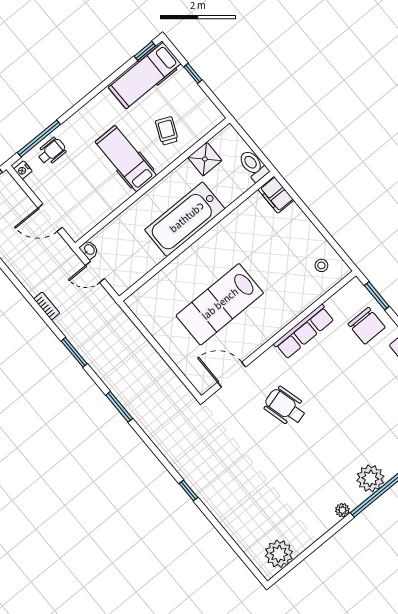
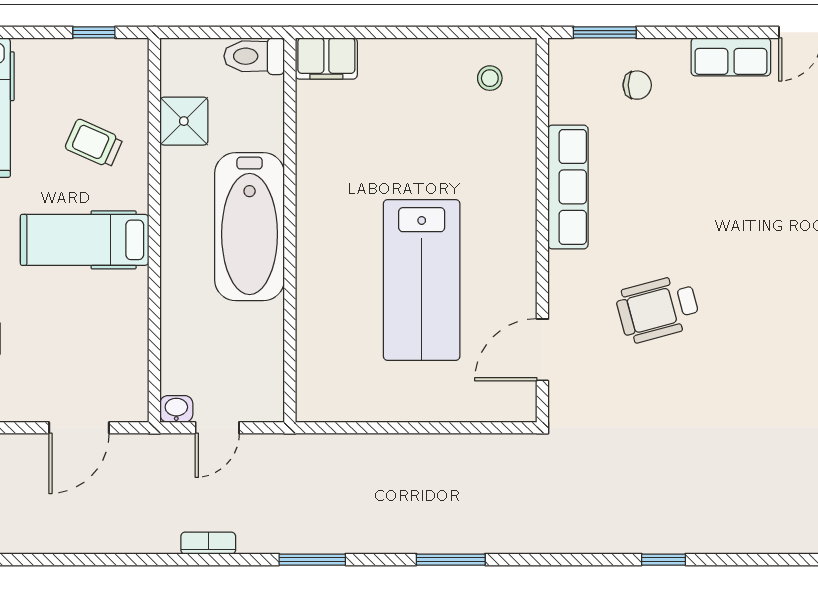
window: (193, 73) -> (94, 32), moved
chair: (367, 326) -> (637, 85), width x0.54, depth x0.54

